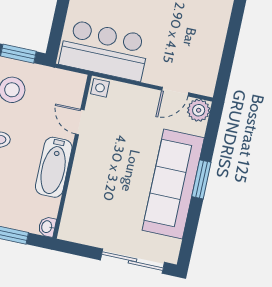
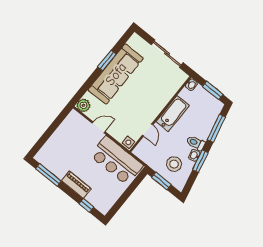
door: (175, 92) -> (99, 127), moved
window: (201, 179) -> (107, 61), moved
sliding door: (133, 261) -> (167, 54), moved

